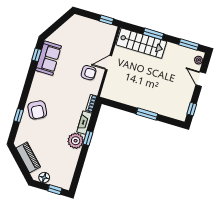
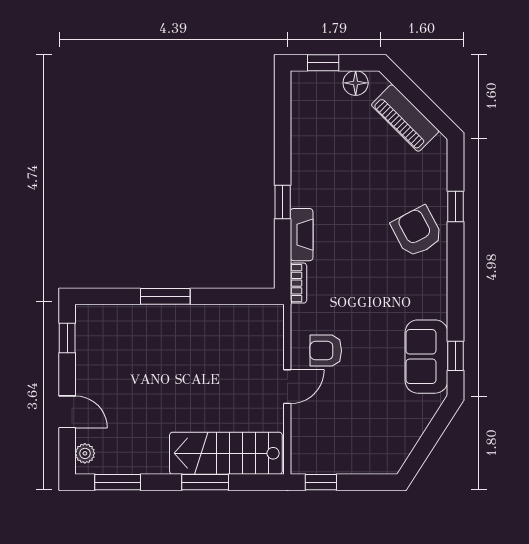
plant: (76, 141) -> (309, 188), removed

